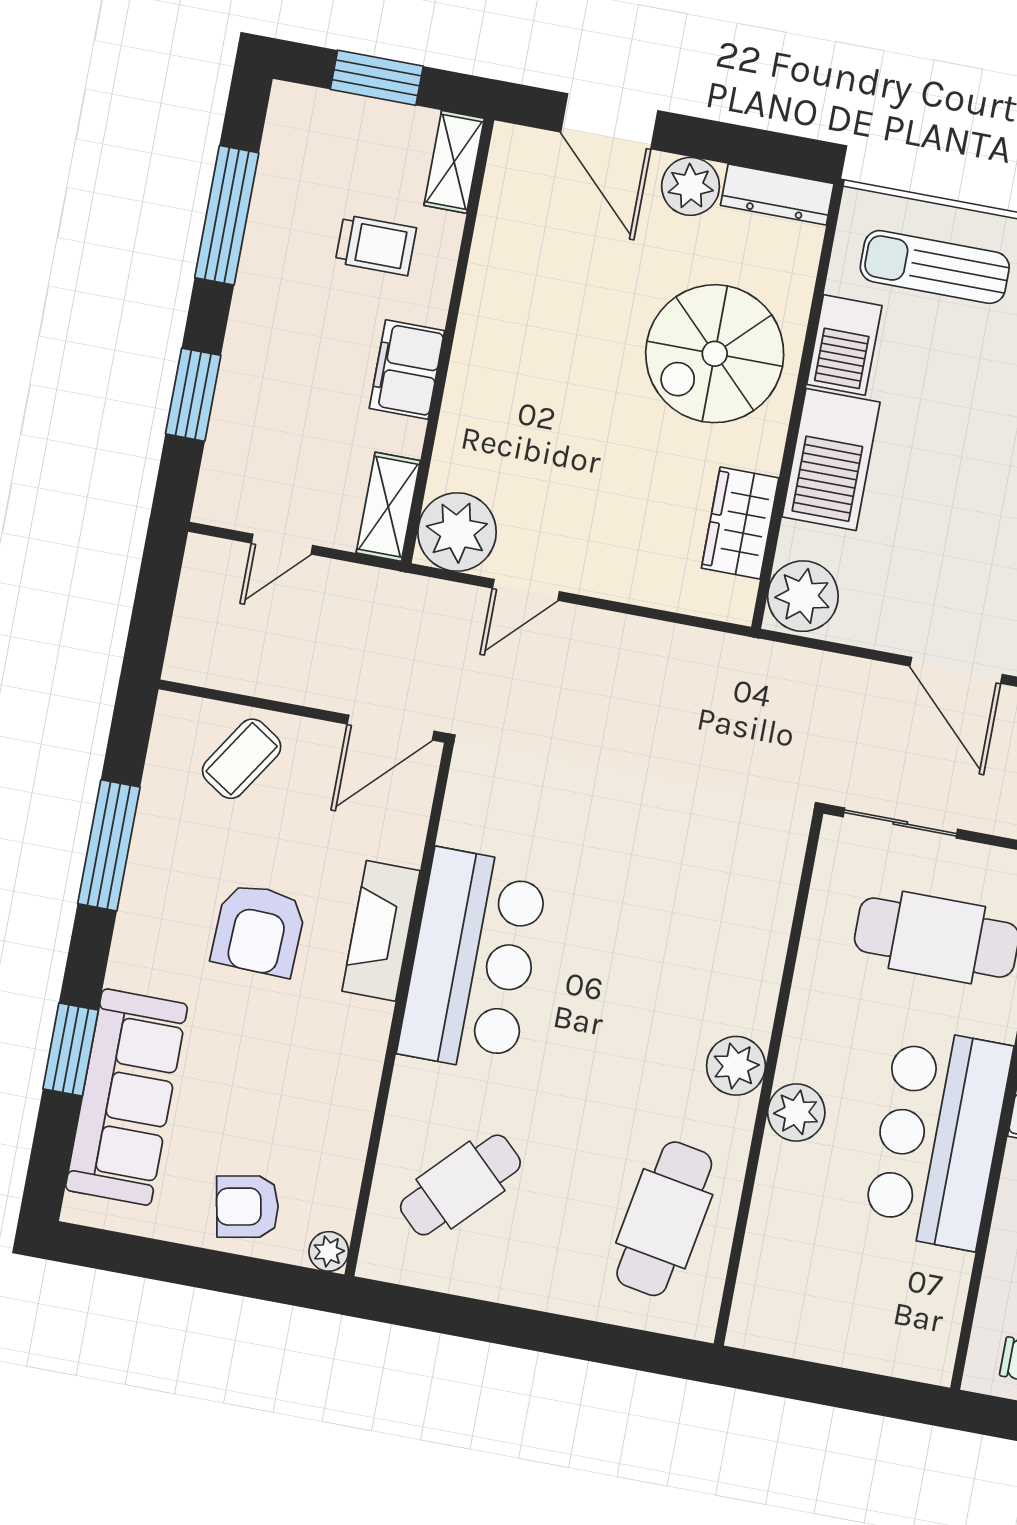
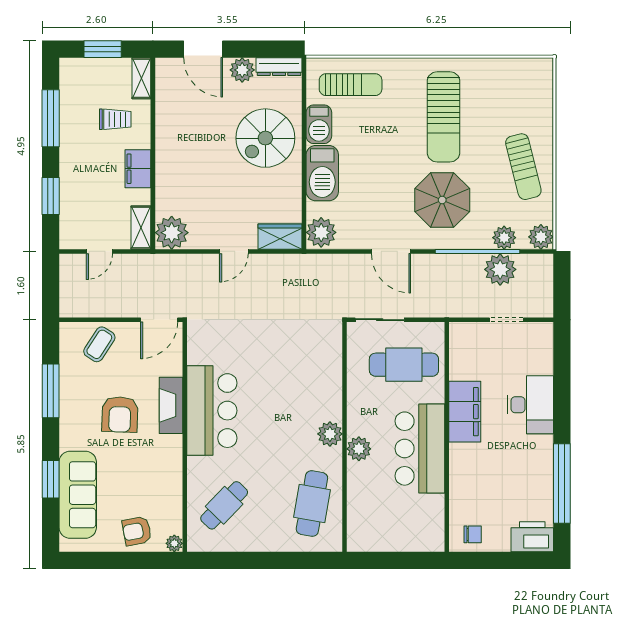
sun lounger: (935, 267) -> (351, 85), turned 180
wardrobe: (740, 523) -> (280, 237), moved, turned 90
door: (526, 590) -> (234, 251), moved

